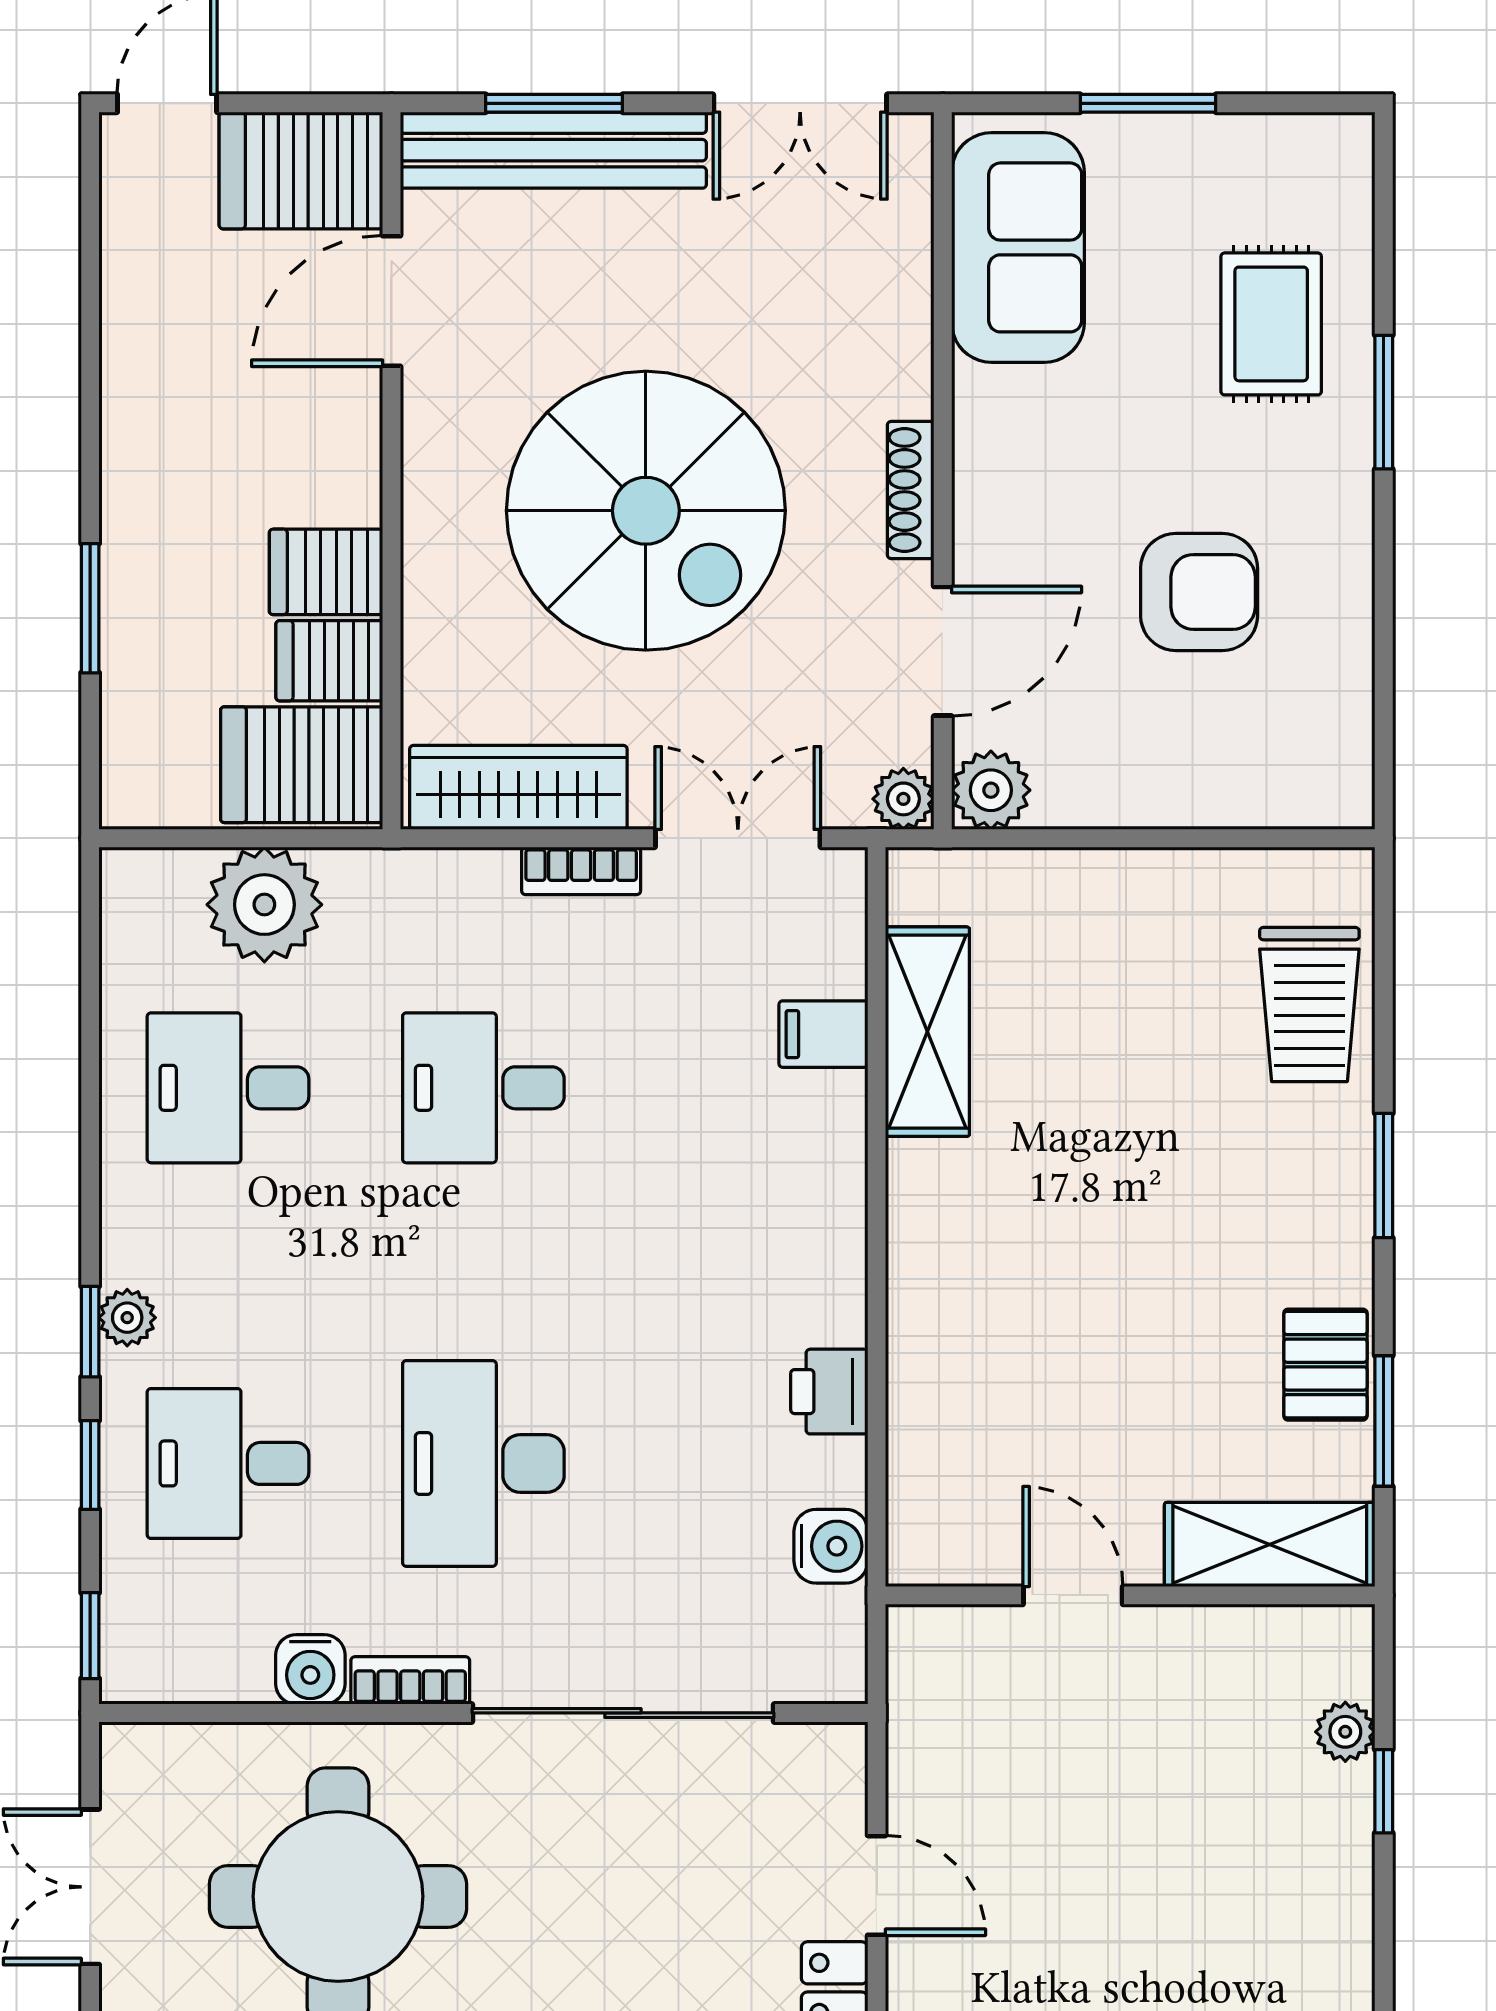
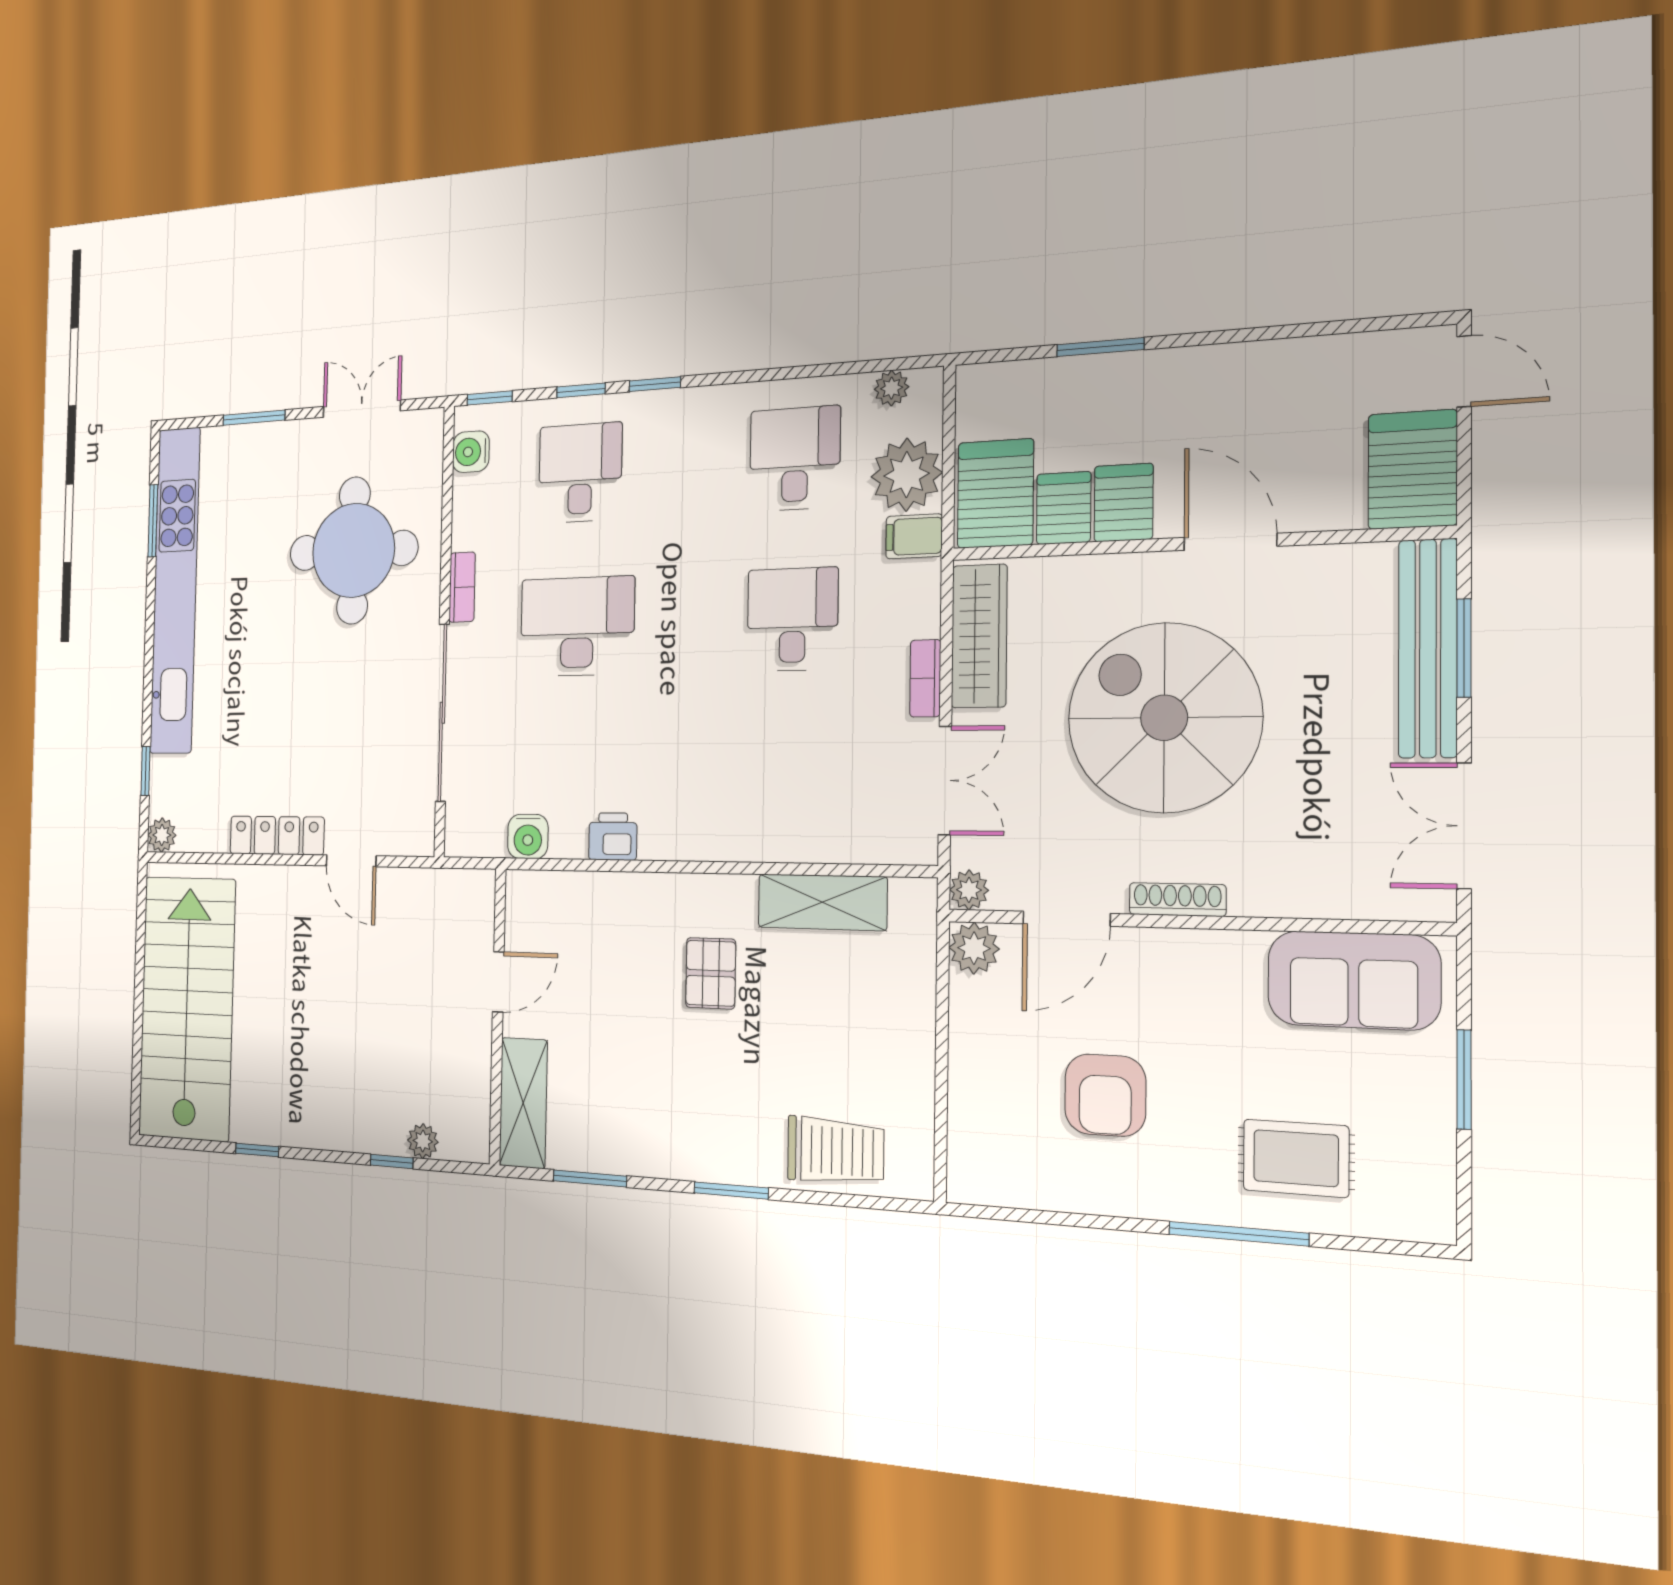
door: (391, 301) -> (1230, 542), moved
window: (1384, 402) -> (1238, 1234), width x1.44
spiral stairs: (646, 511) -> (1164, 718), turned 90
door: (943, 651) -> (1066, 919), hinge flipped
trolley: (1309, 1005) -> (835, 1151), turned 180
filing cabinet: (823, 1034) -> (914, 536), moved, turned -90
plant: (127, 1318) -> (891, 388), moved
pallet: (1325, 1365) -> (711, 973), moved, turned 90
water cooler: (310, 1669) -> (471, 452), moved
door: (877, 1885) -> (351, 861), hinge flipped

